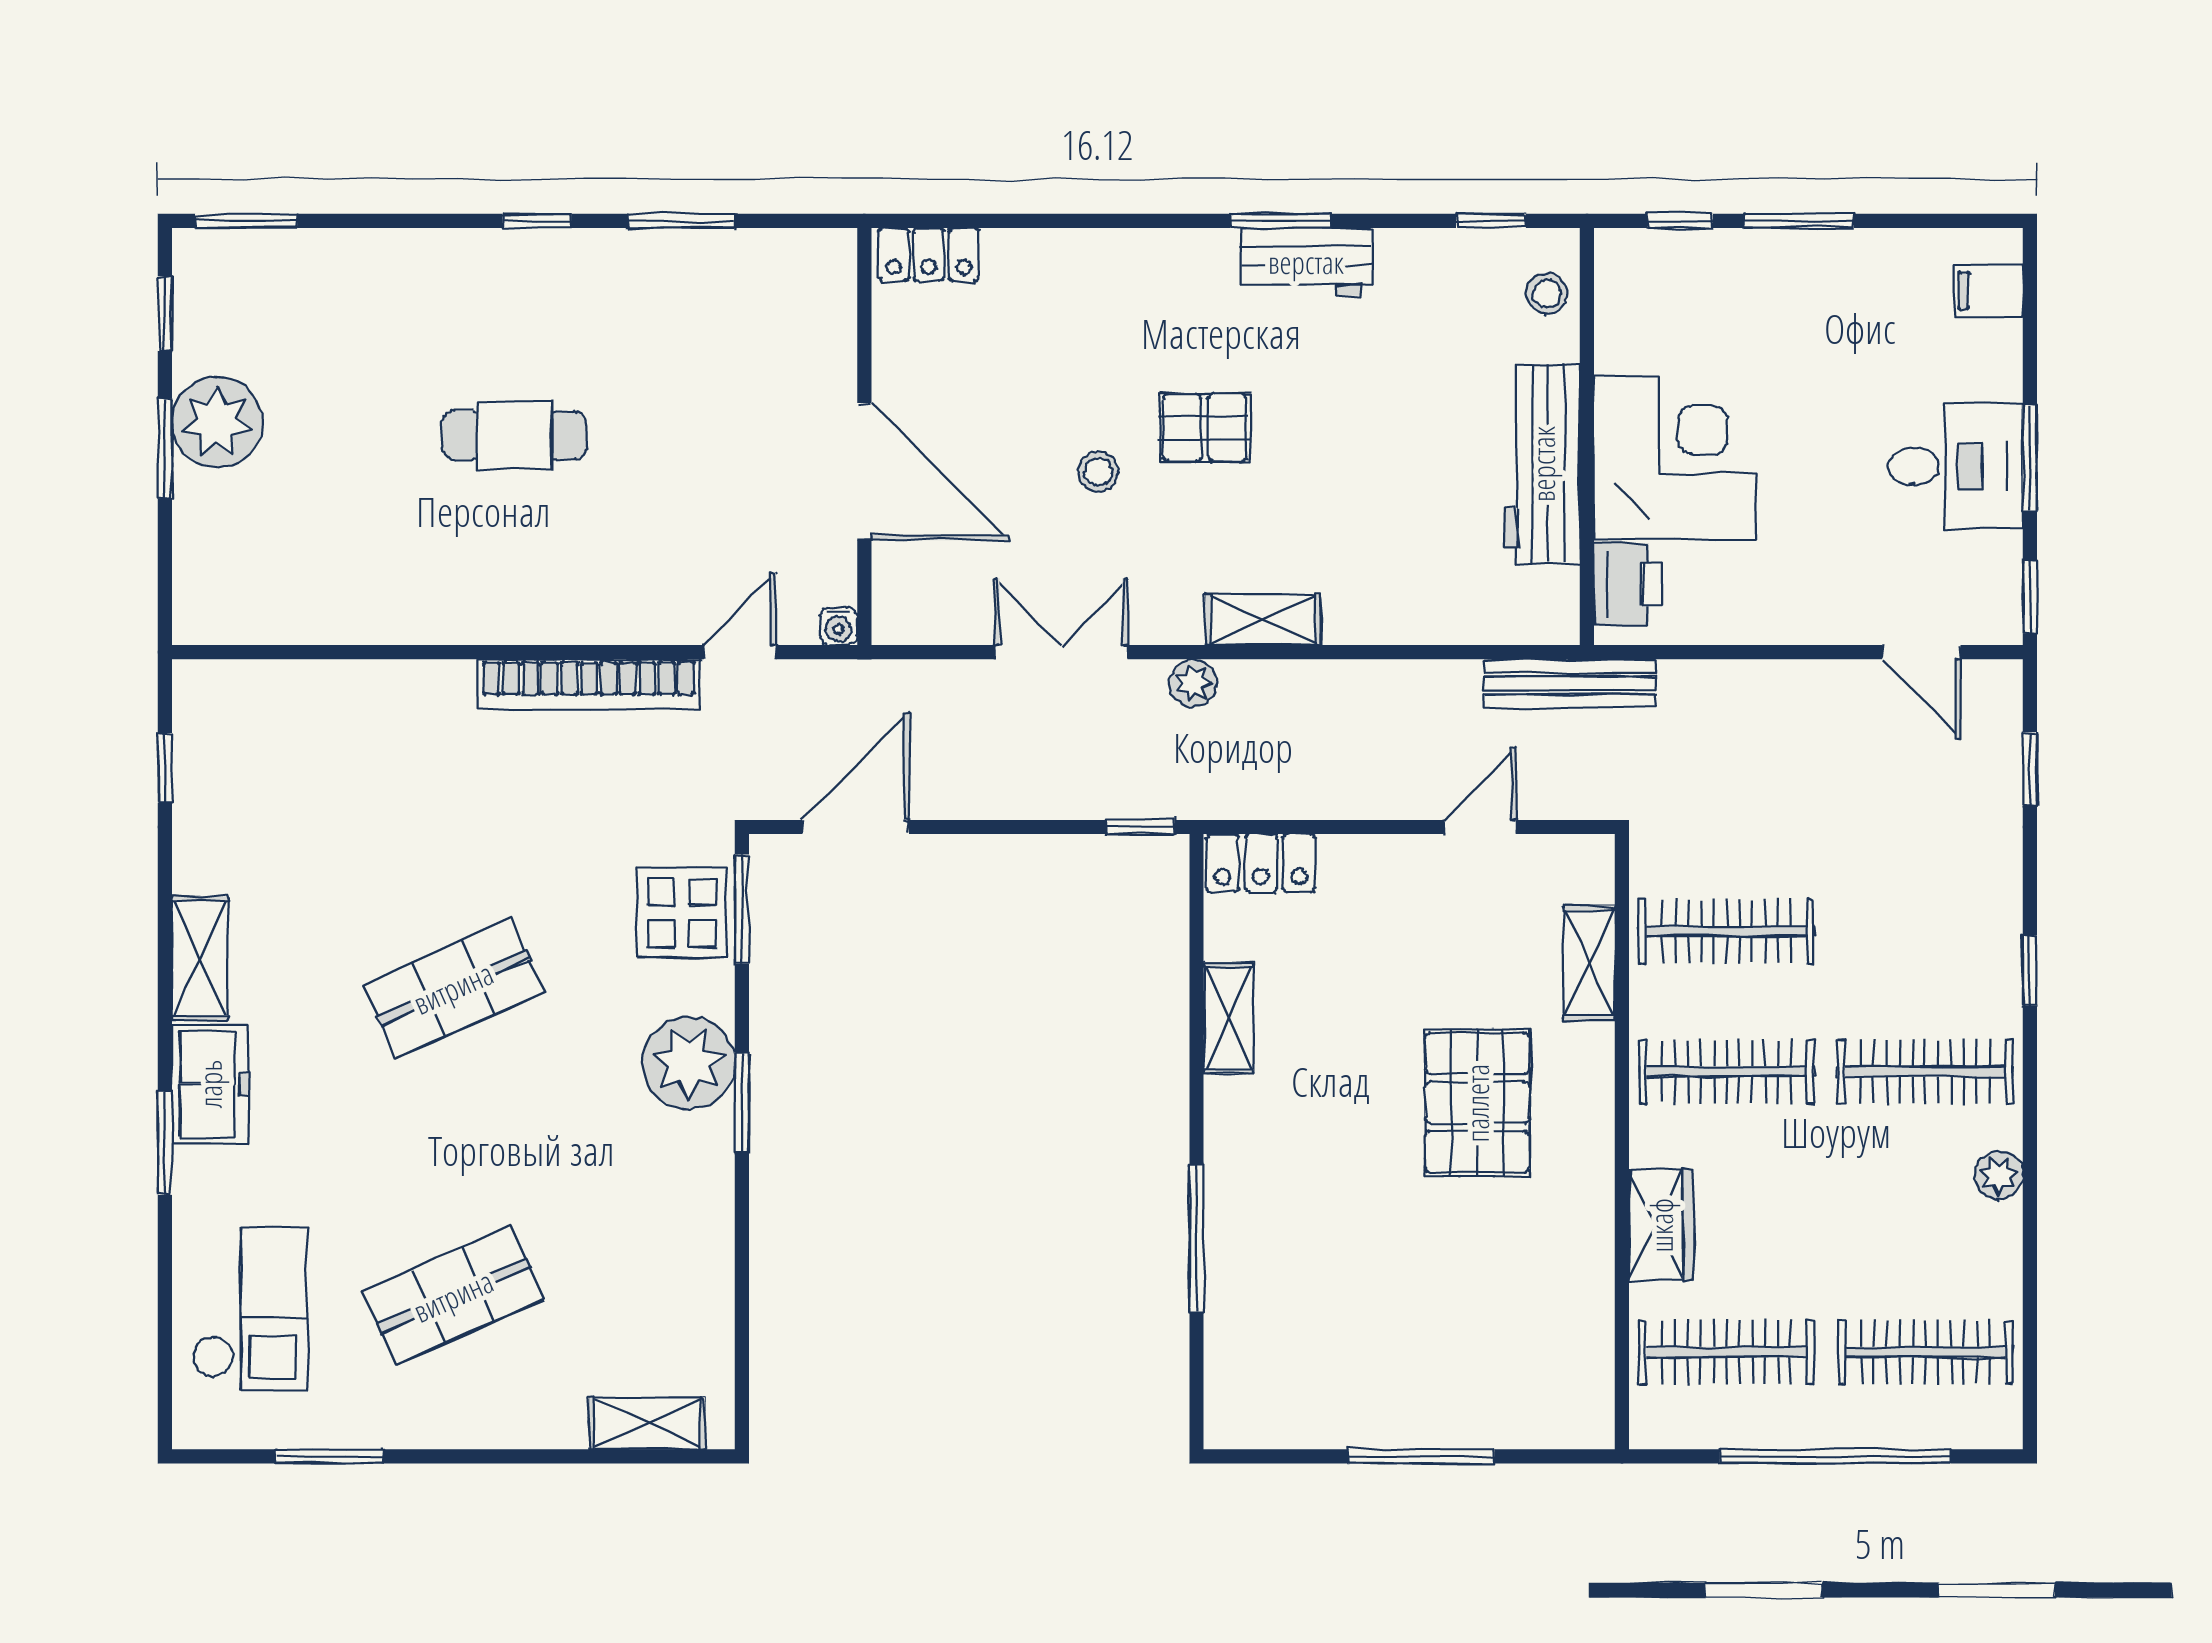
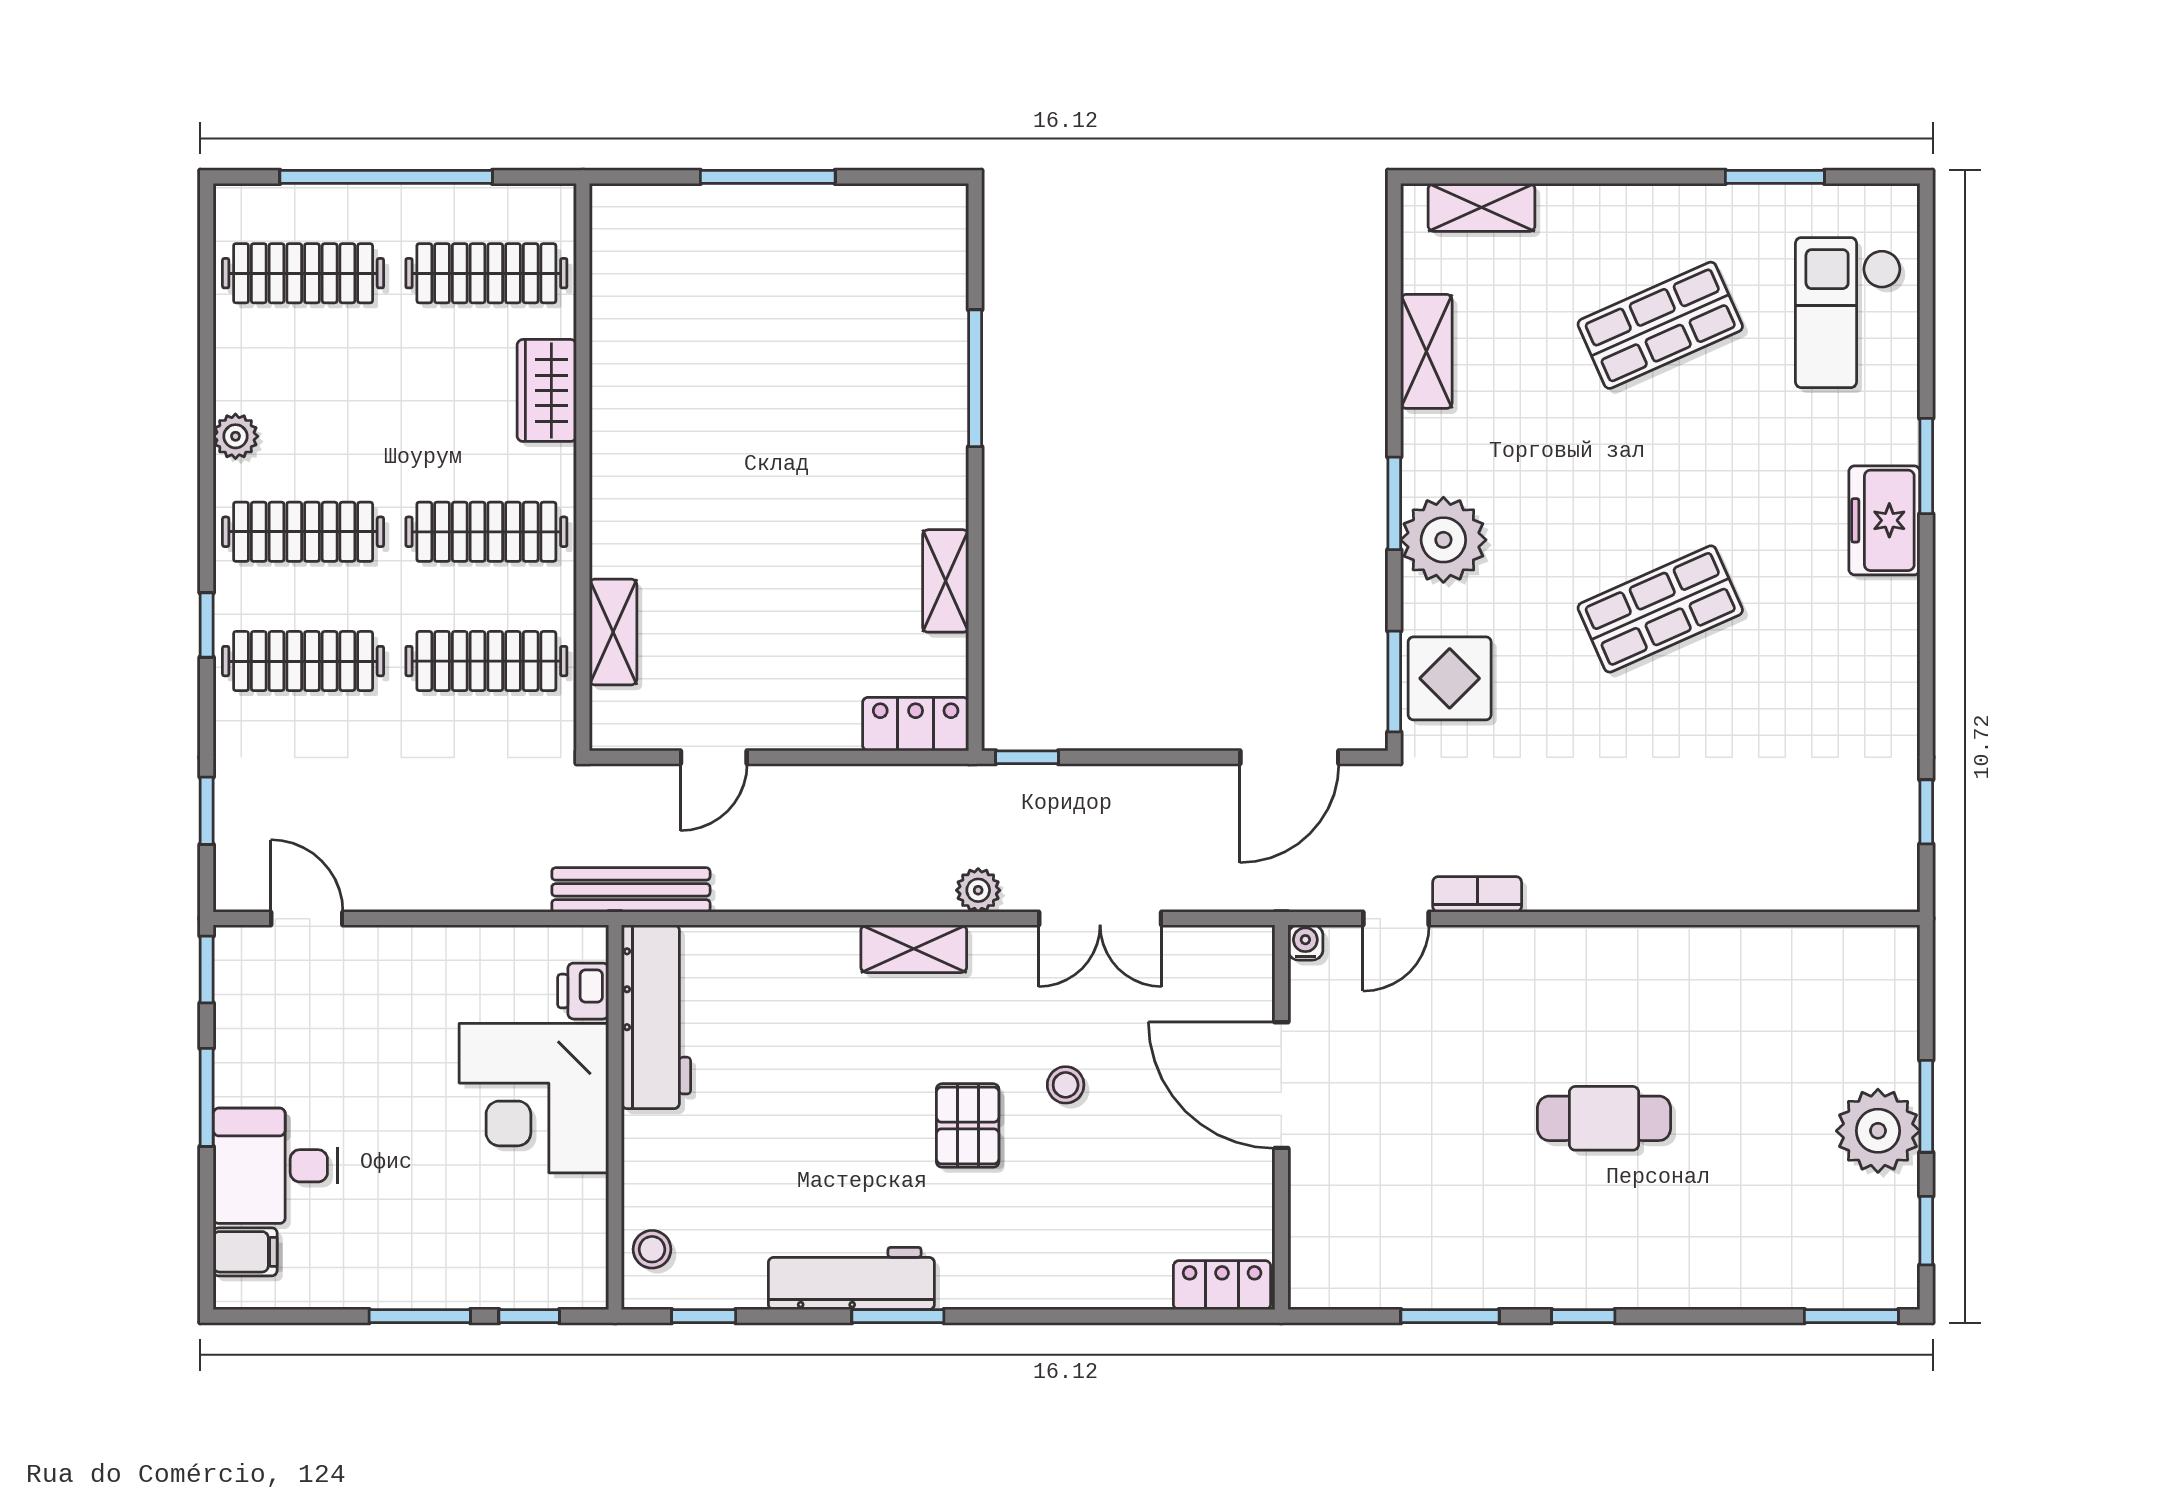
workbench: (1306, 262) -> (851, 1278), width x1.38
pallet: (1205, 428) -> (968, 1125), turned 90
workbench: (1543, 464) -> (656, 1017), moved
desk: (1955, 466) -> (275, 1166), moved
printer: (1628, 585) -> (583, 991), width x0.73, depth x0.81
bookcase: (589, 684) -> (1477, 894), width x0.43, depth x0.76
clothes rail: (1925, 931) -> (303, 661), added
shelving: (200, 958) -> (1426, 351), moved
pallet: (1477, 1103) -> (716, 503), removed

